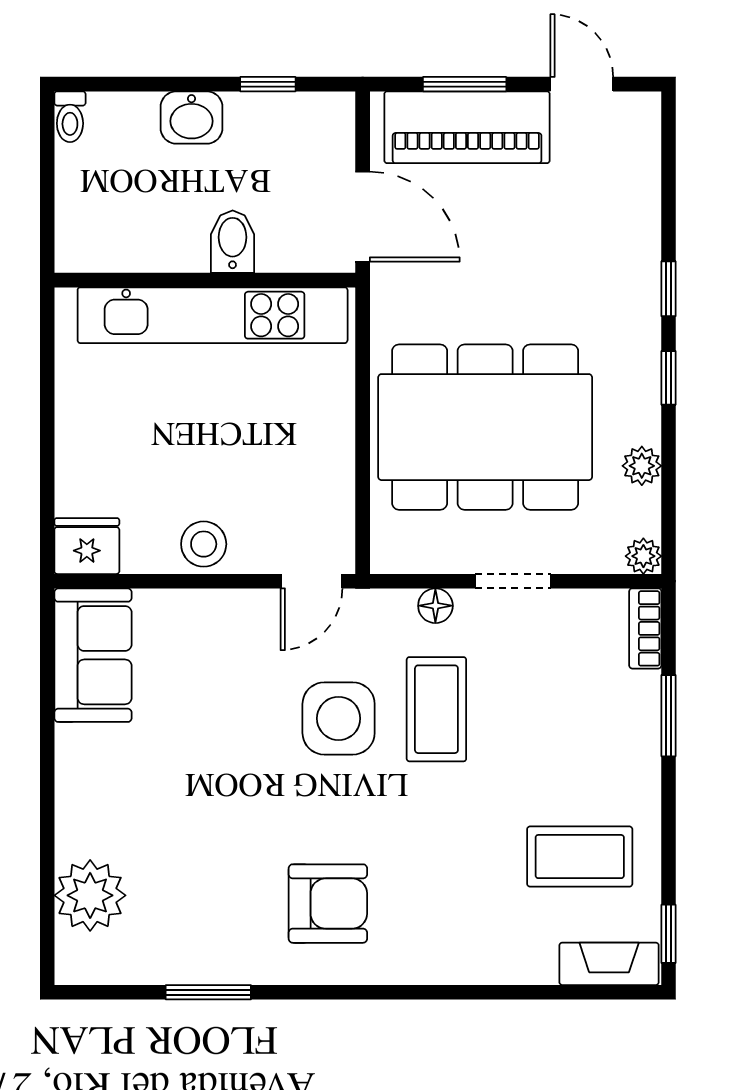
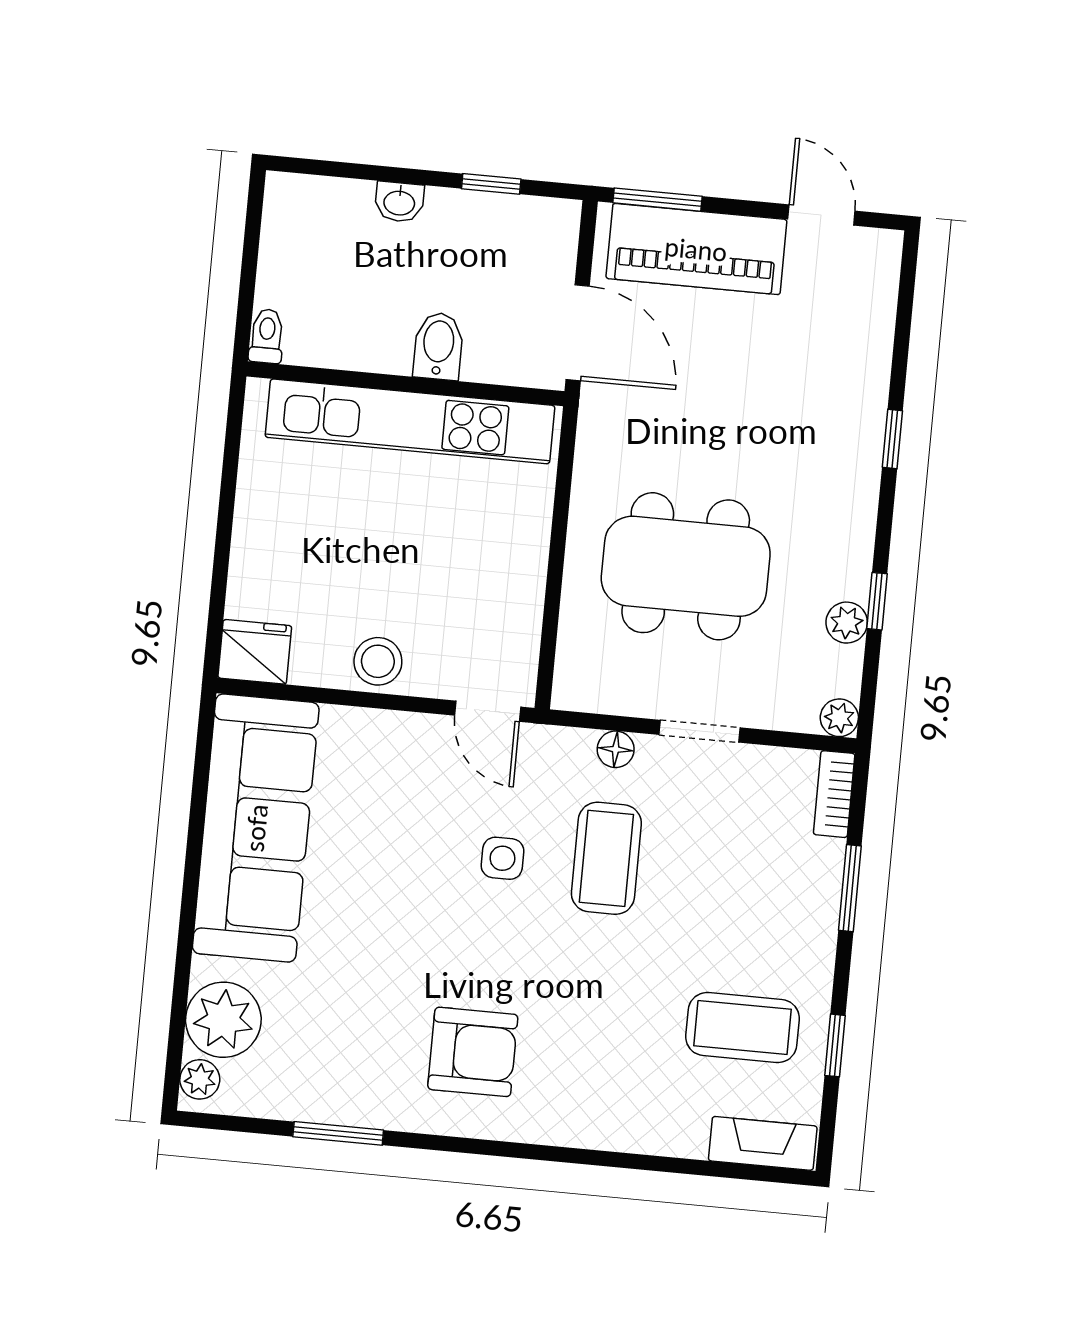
window: (465, 84) -> (657, 200), moved
toilet: (70, 117) -> (267, 336), moved, turned 180
washbasin: (192, 118) -> (399, 202), width x0.72, depth x0.69
window: (668, 378) -> (877, 601), moved
dining table: (485, 427) -> (686, 566), width x0.73, depth x0.80
door: (312, 581) -> (488, 711), hinge flipped
sofa: (93, 655) -> (256, 828), width x1.85, depth x1.27
side table: (339, 718) -> (502, 858), width x0.54, depth x0.54
window: (668, 934) -> (835, 1045), moved
plant: (73, 954) -> (200, 1079), added

